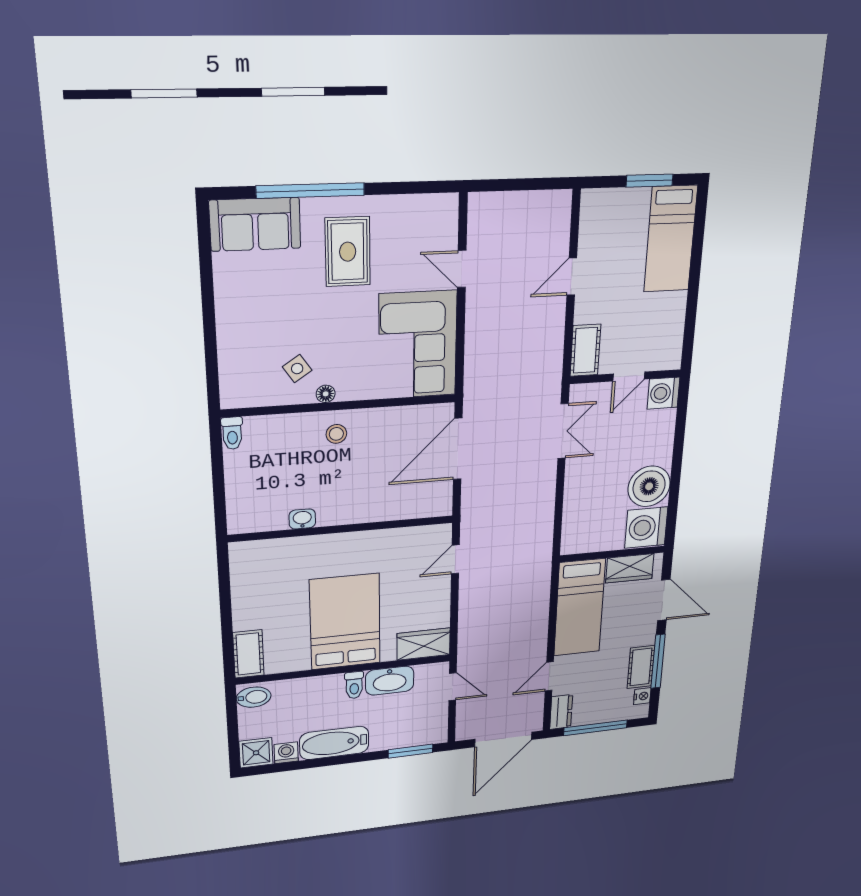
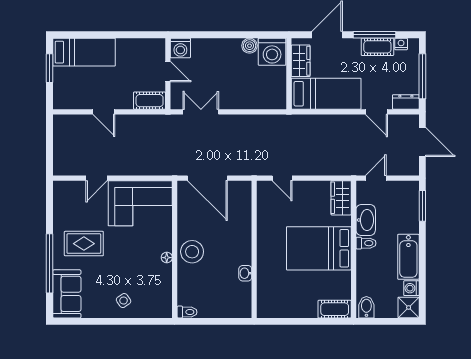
side table: (297, 369) -> (124, 301), moved
stool: (336, 434) -> (192, 252), width x1.89, depth x1.89
boiler: (649, 486) -> (249, 46), width x0.54, depth x0.54
door: (503, 739) -> (422, 142), width x0.73

